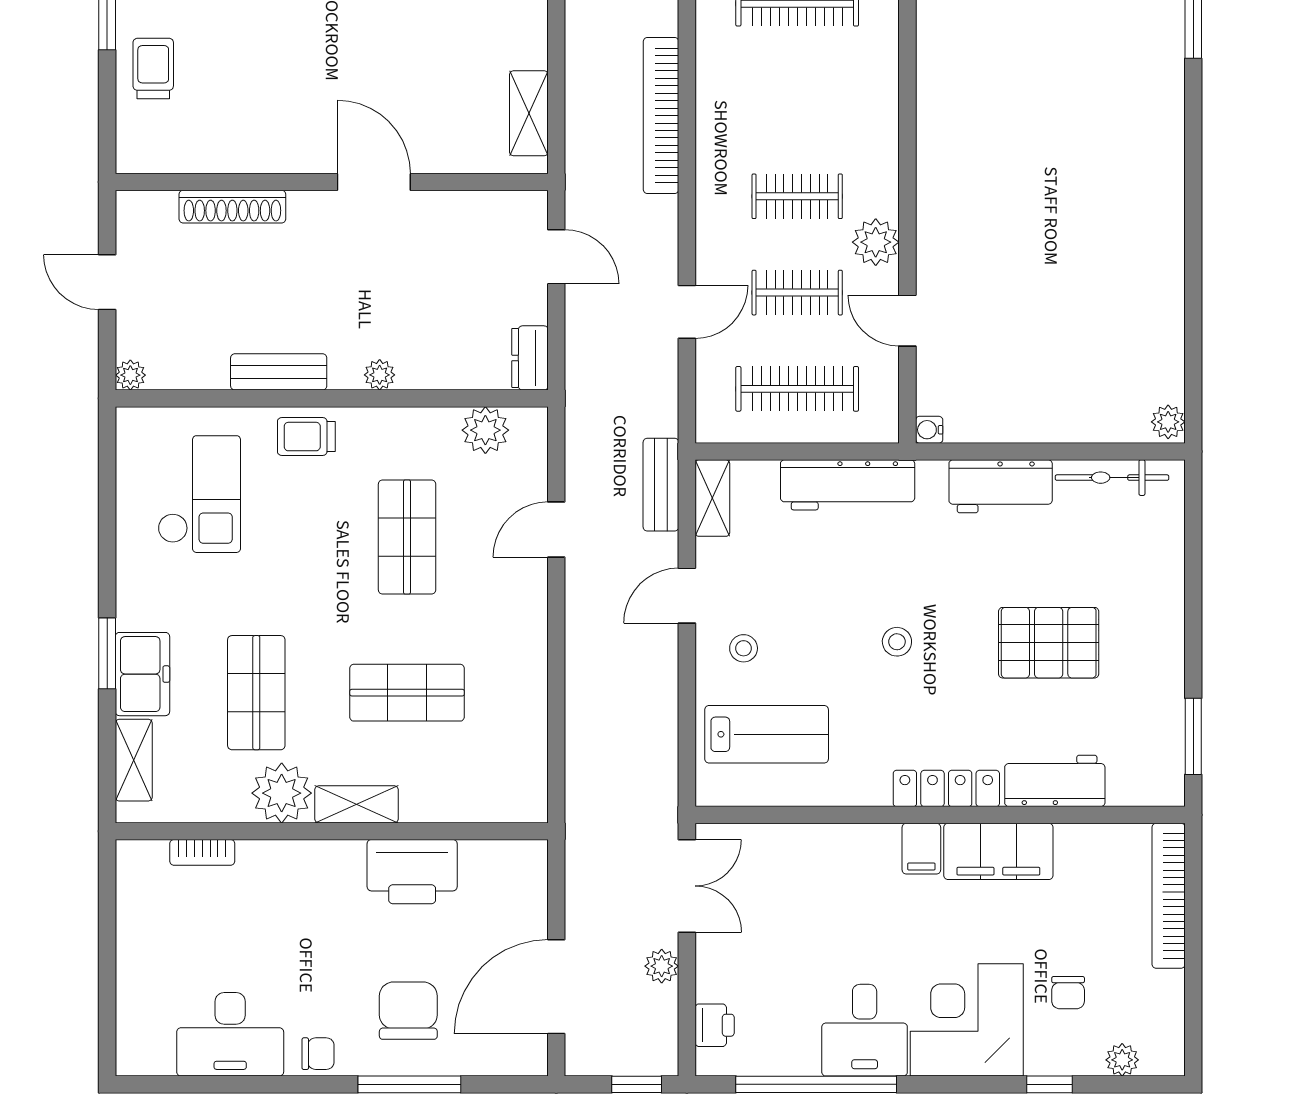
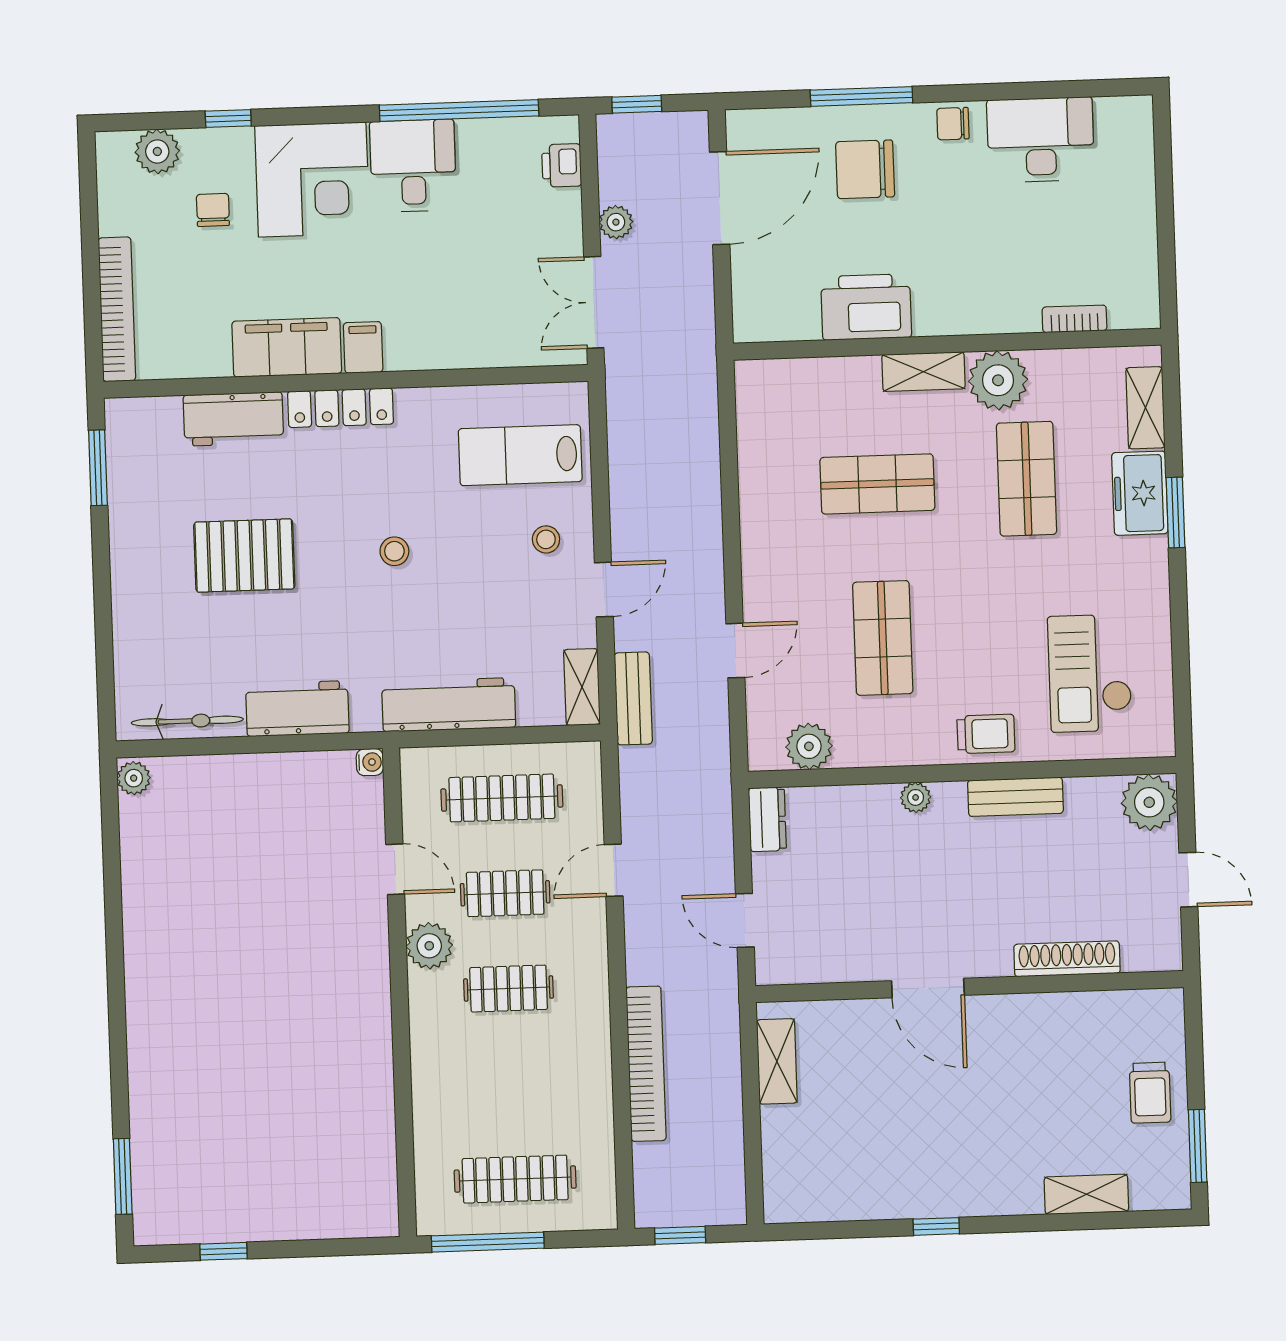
plant: (130, 375) -> (1149, 802), width x1.87, depth x1.87
chair: (408, 1011) -> (865, 169), turned 90
plant: (1122, 1060) -> (157, 151), width x1.38, depth x1.38

